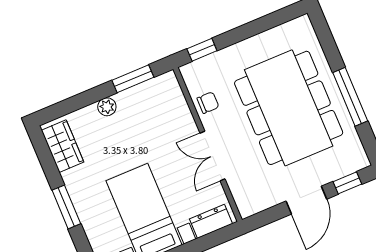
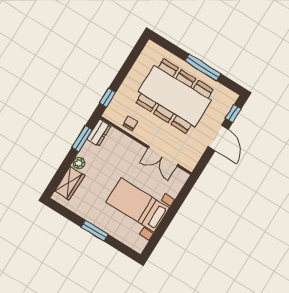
wardrobe: (63, 146) -> (70, 183), moved, turned 90
double door: (212, 156) -> (163, 156), moved
dresser: (211, 221) -> (99, 133), moved, turned 180

